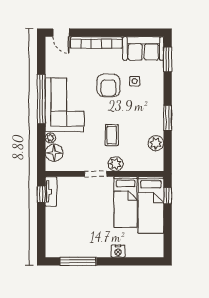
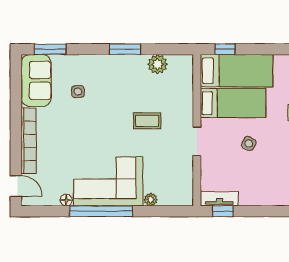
door: (61, 33) -> (16, 186), hinge flipped
armchair: (108, 85) -> (83, 125), removed
floor lamp: (54, 153) -> (66, 200), moved, width x0.53, depth x0.53
plant: (115, 164) -> (184, 116), removed
side table: (94, 214) -> (249, 144), added

